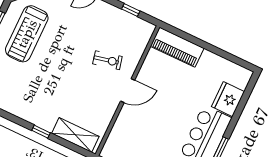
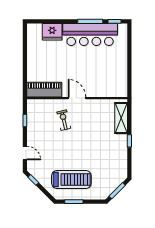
piano: (177, 47) -> (44, 90), moved, turned -90

